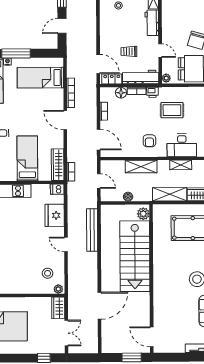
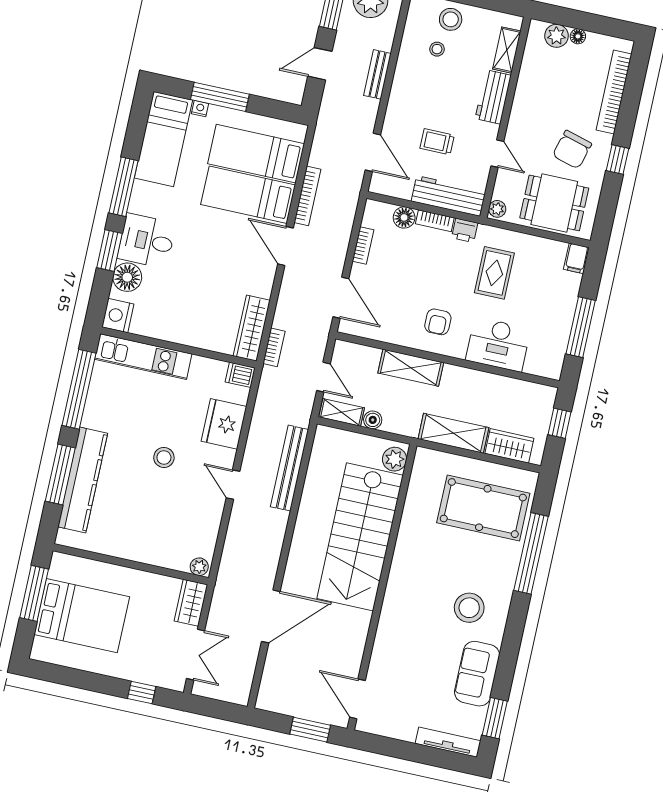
bench: (92, 25) -> (377, 74), added
locker: (112, 79) -> (392, 187), removed
rug: (172, 110) -> (494, 273), turned 90
bed: (27, 158) -> (248, 195), moved, turned -90
shelving: (181, 165) -> (342, 412), moved
stool: (48, 273) -> (164, 458), moved

